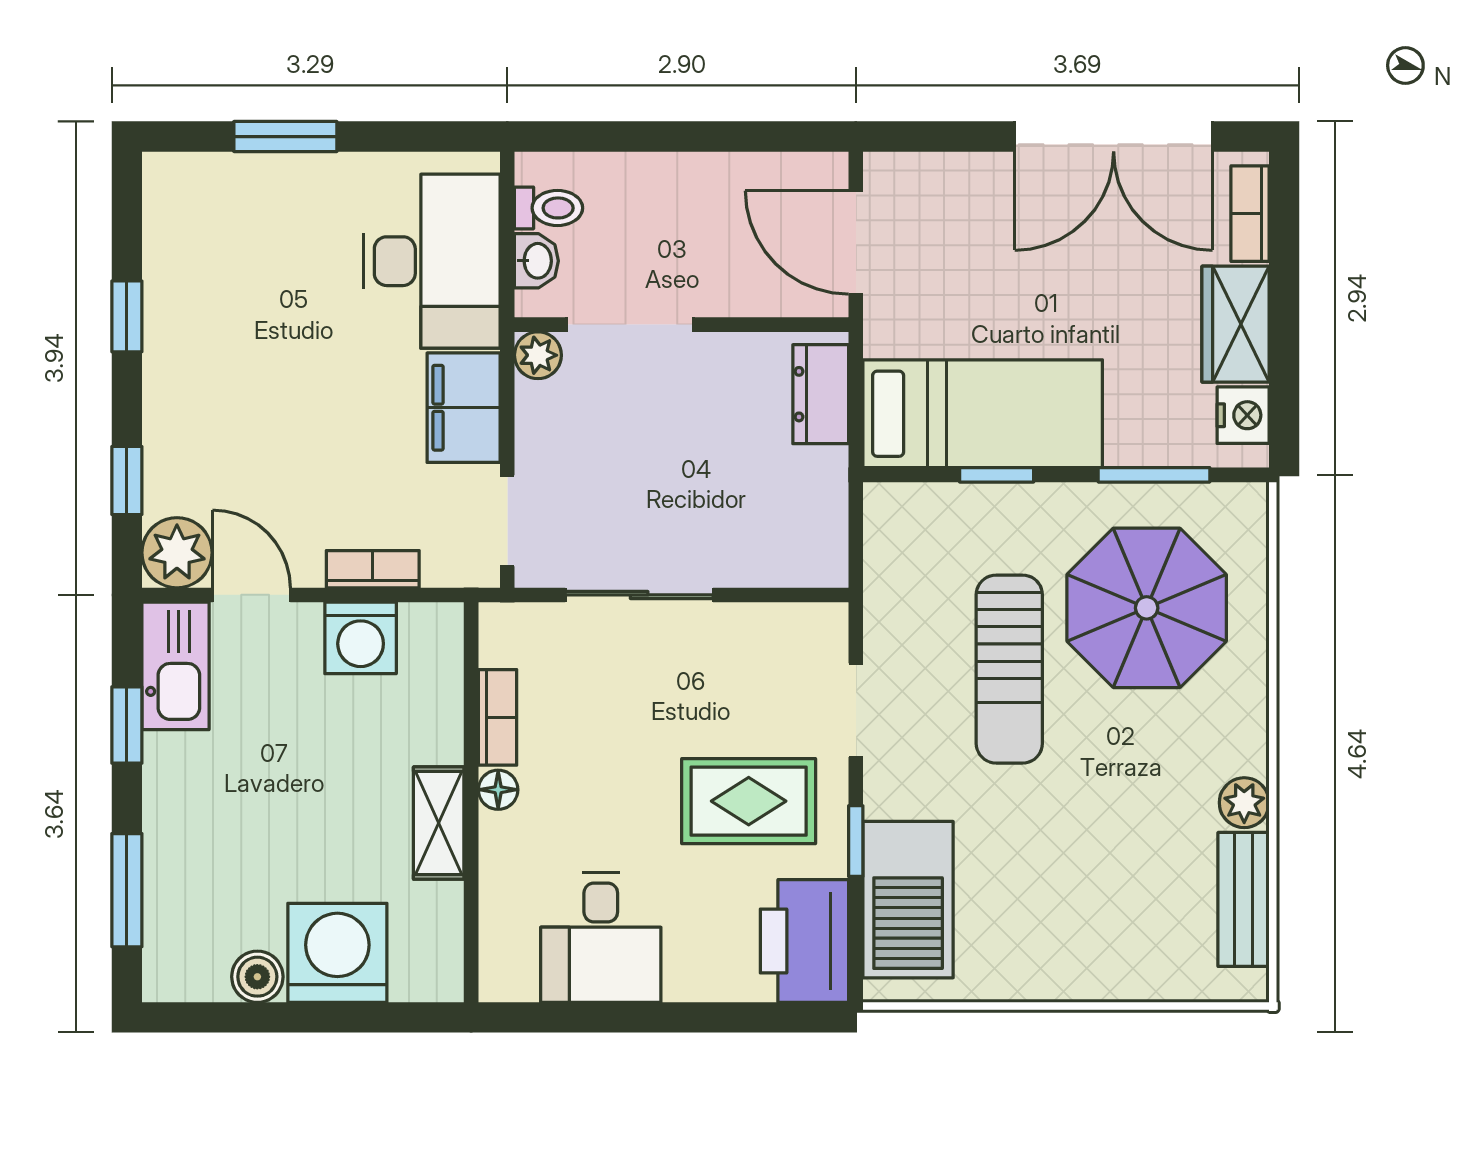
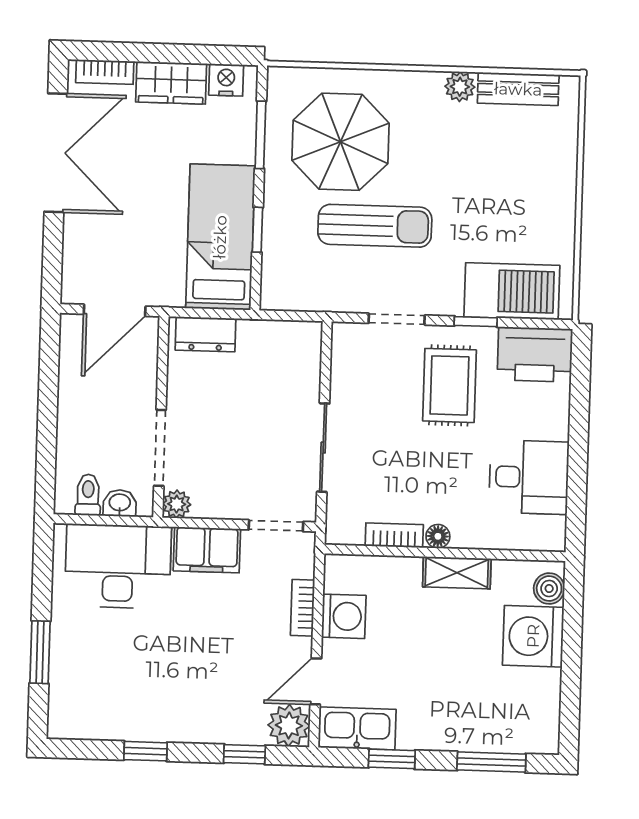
boiler: (257, 977) -> (549, 589), moved

